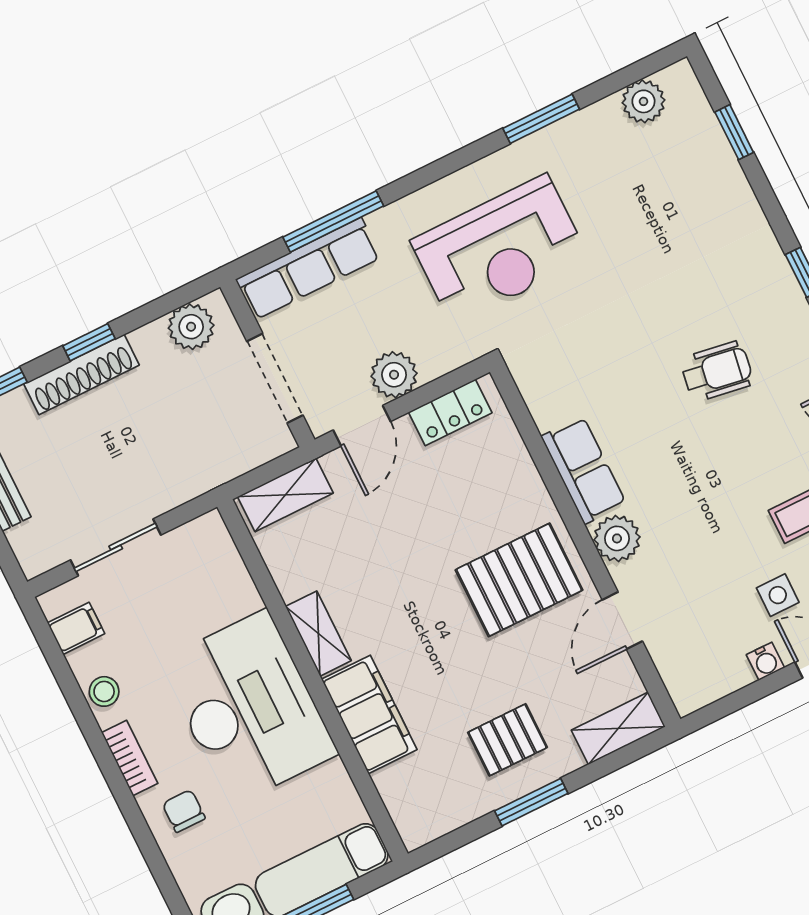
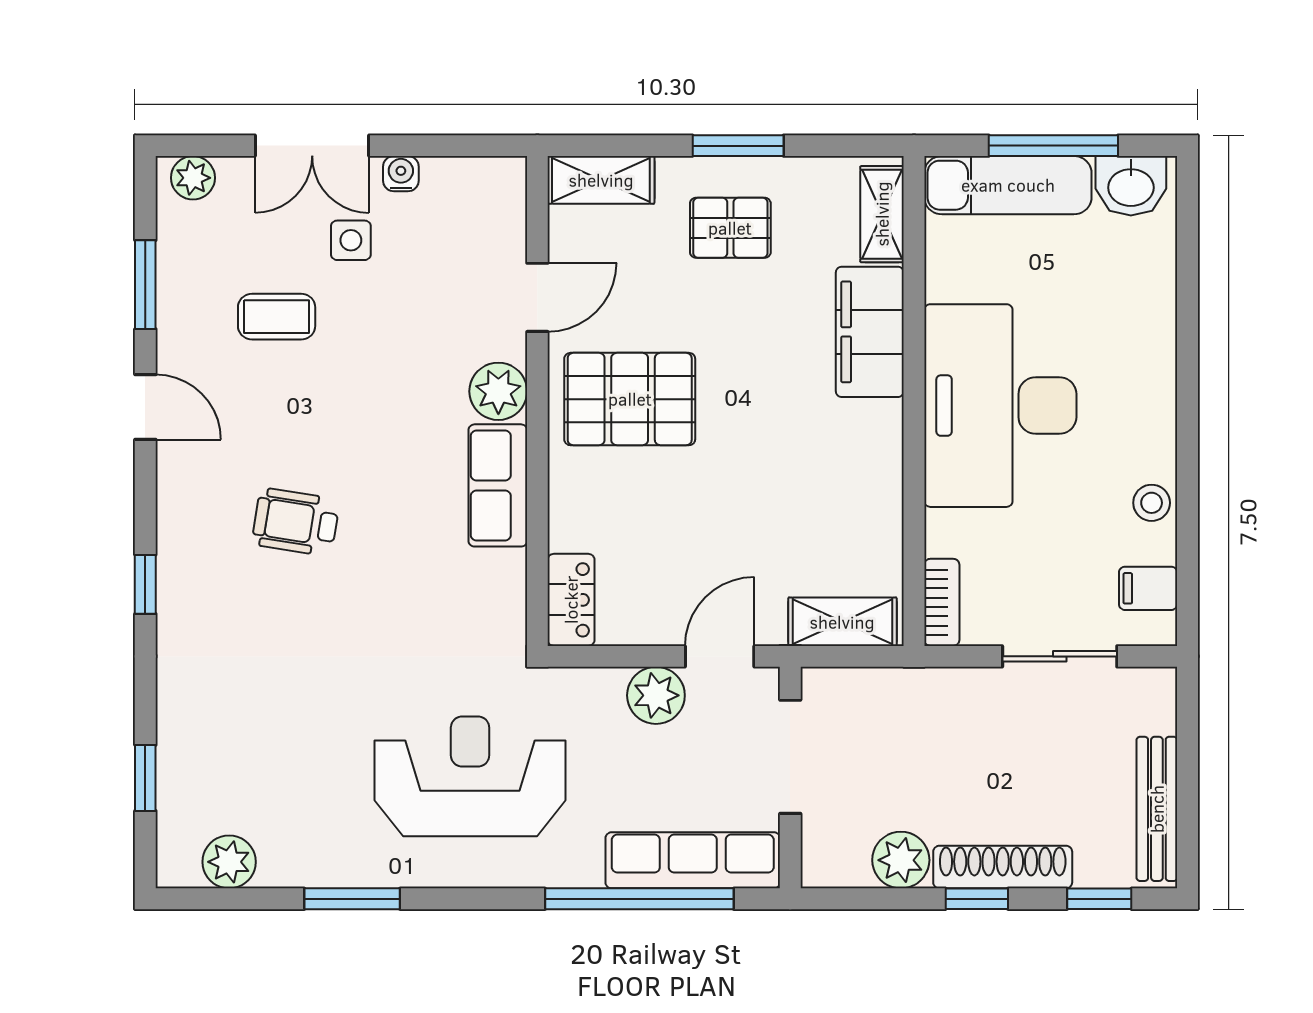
window: (333, 222) -> (639, 899), width x1.46
plant: (191, 327) -> (901, 860), moved
locker: (450, 412) -> (571, 600), moved, turned 90
shelving: (318, 634) -> (882, 214), moved
bookcase: (130, 758) -> (942, 602), moved, turned 180
chair: (184, 811) -> (1129, 327), removed

